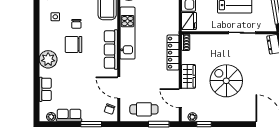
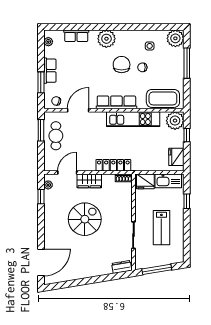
row of seats: (69, 115) -> (50, 71), moved
window: (159, 124) -> (41, 130), moved

